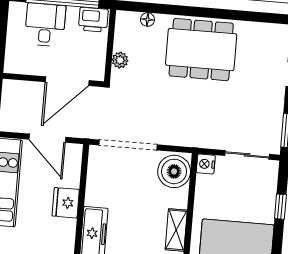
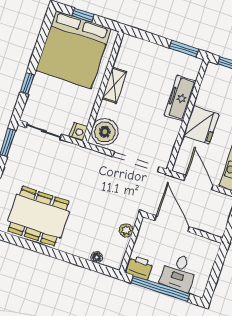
dining table: (201, 50) -> (38, 216), moved
door: (67, 81) -> (172, 224), hinge flipped
fridge: (66, 203) -> (201, 125), width x1.36, depth x1.34

